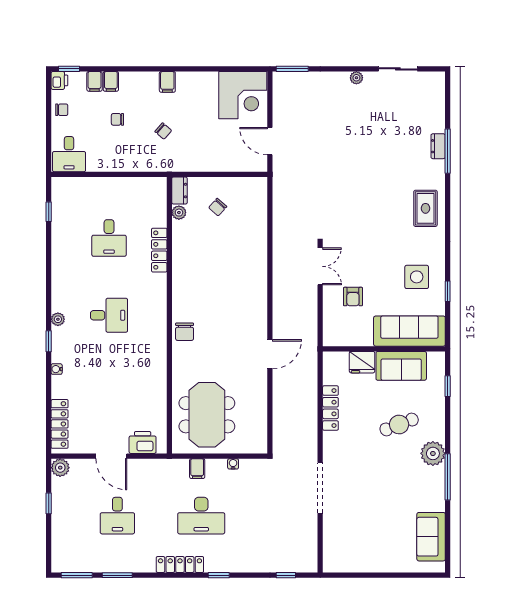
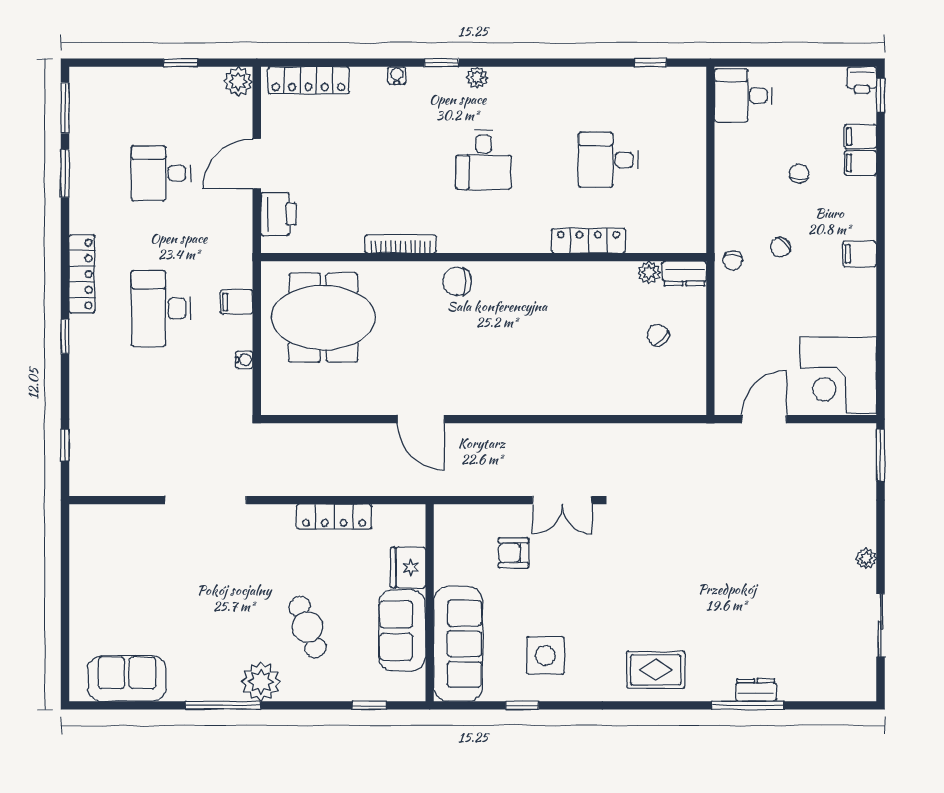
chair: (62, 110) -> (733, 260), moved
bookcase: (161, 367) -> (401, 244), added

